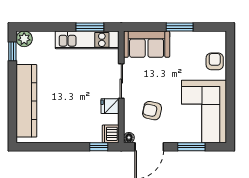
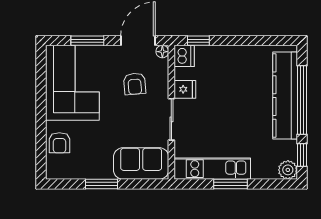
window: (90, 27) -> (231, 184), moved
window: (12, 97) -> (302, 100), added
armchair: (152, 111) -> (135, 84), turned 73

